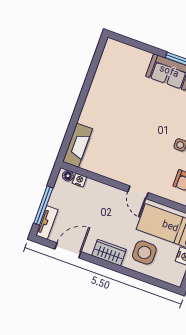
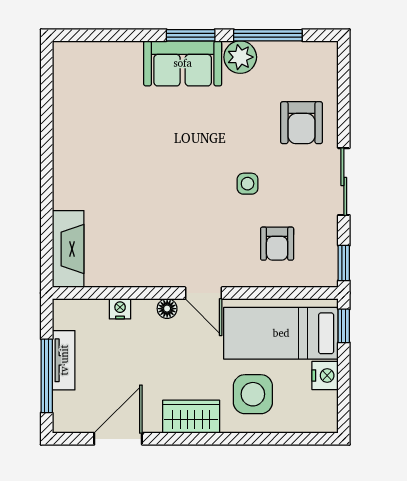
floor lamp: (68, 176) -> (167, 309), moved
nightstand: (79, 180) -> (120, 309), moved
tv unit: (47, 223) -> (64, 360), moved

